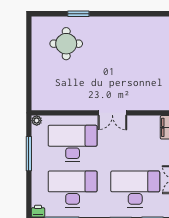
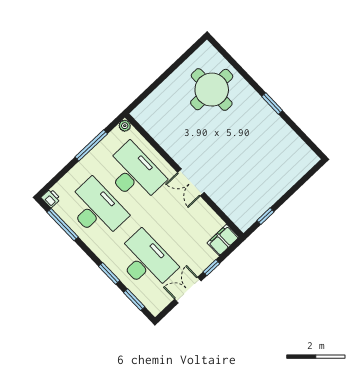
window: (78, 14) -> (272, 104), moved
round table: (66, 44) -> (212, 90), width x1.36, depth x1.36

